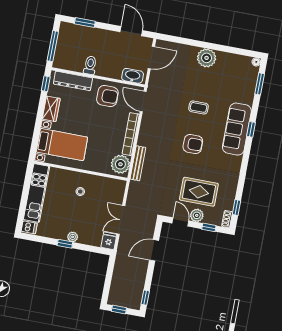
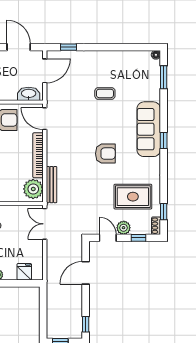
window: (177, 40) -> (68, 47), added
plant: (207, 58) -> (103, 60), removed
coffee table: (198, 107) -> (105, 93), moved
window: (251, 129) -> (164, 141), moved
rug: (199, 192) -> (133, 197), moved
double door: (121, 220) -> (45, 224), moved
fridge: (109, 241) -> (24, 272), moved

